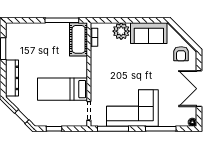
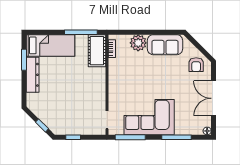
dresser: (12, 78) -> (33, 75), moved
bed: (62, 89) -> (50, 45), moved, turned 180

